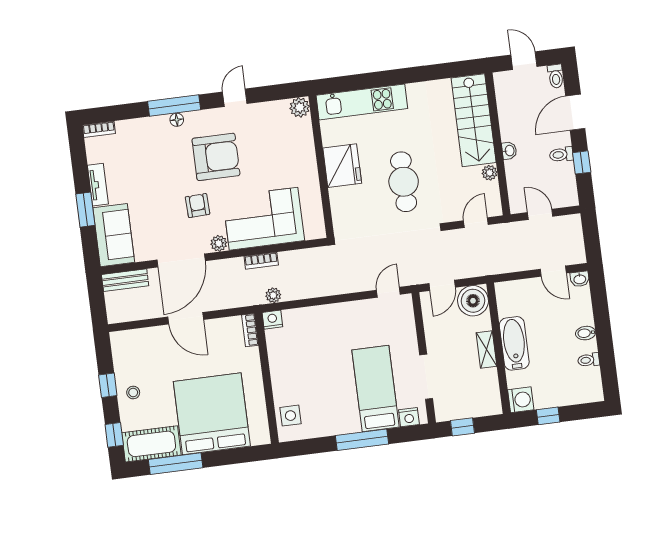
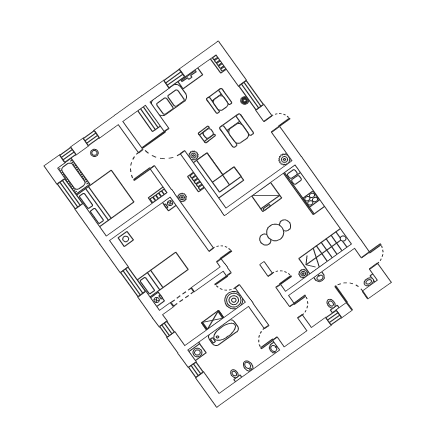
armchair: (156, 159) -> (219, 101), added

